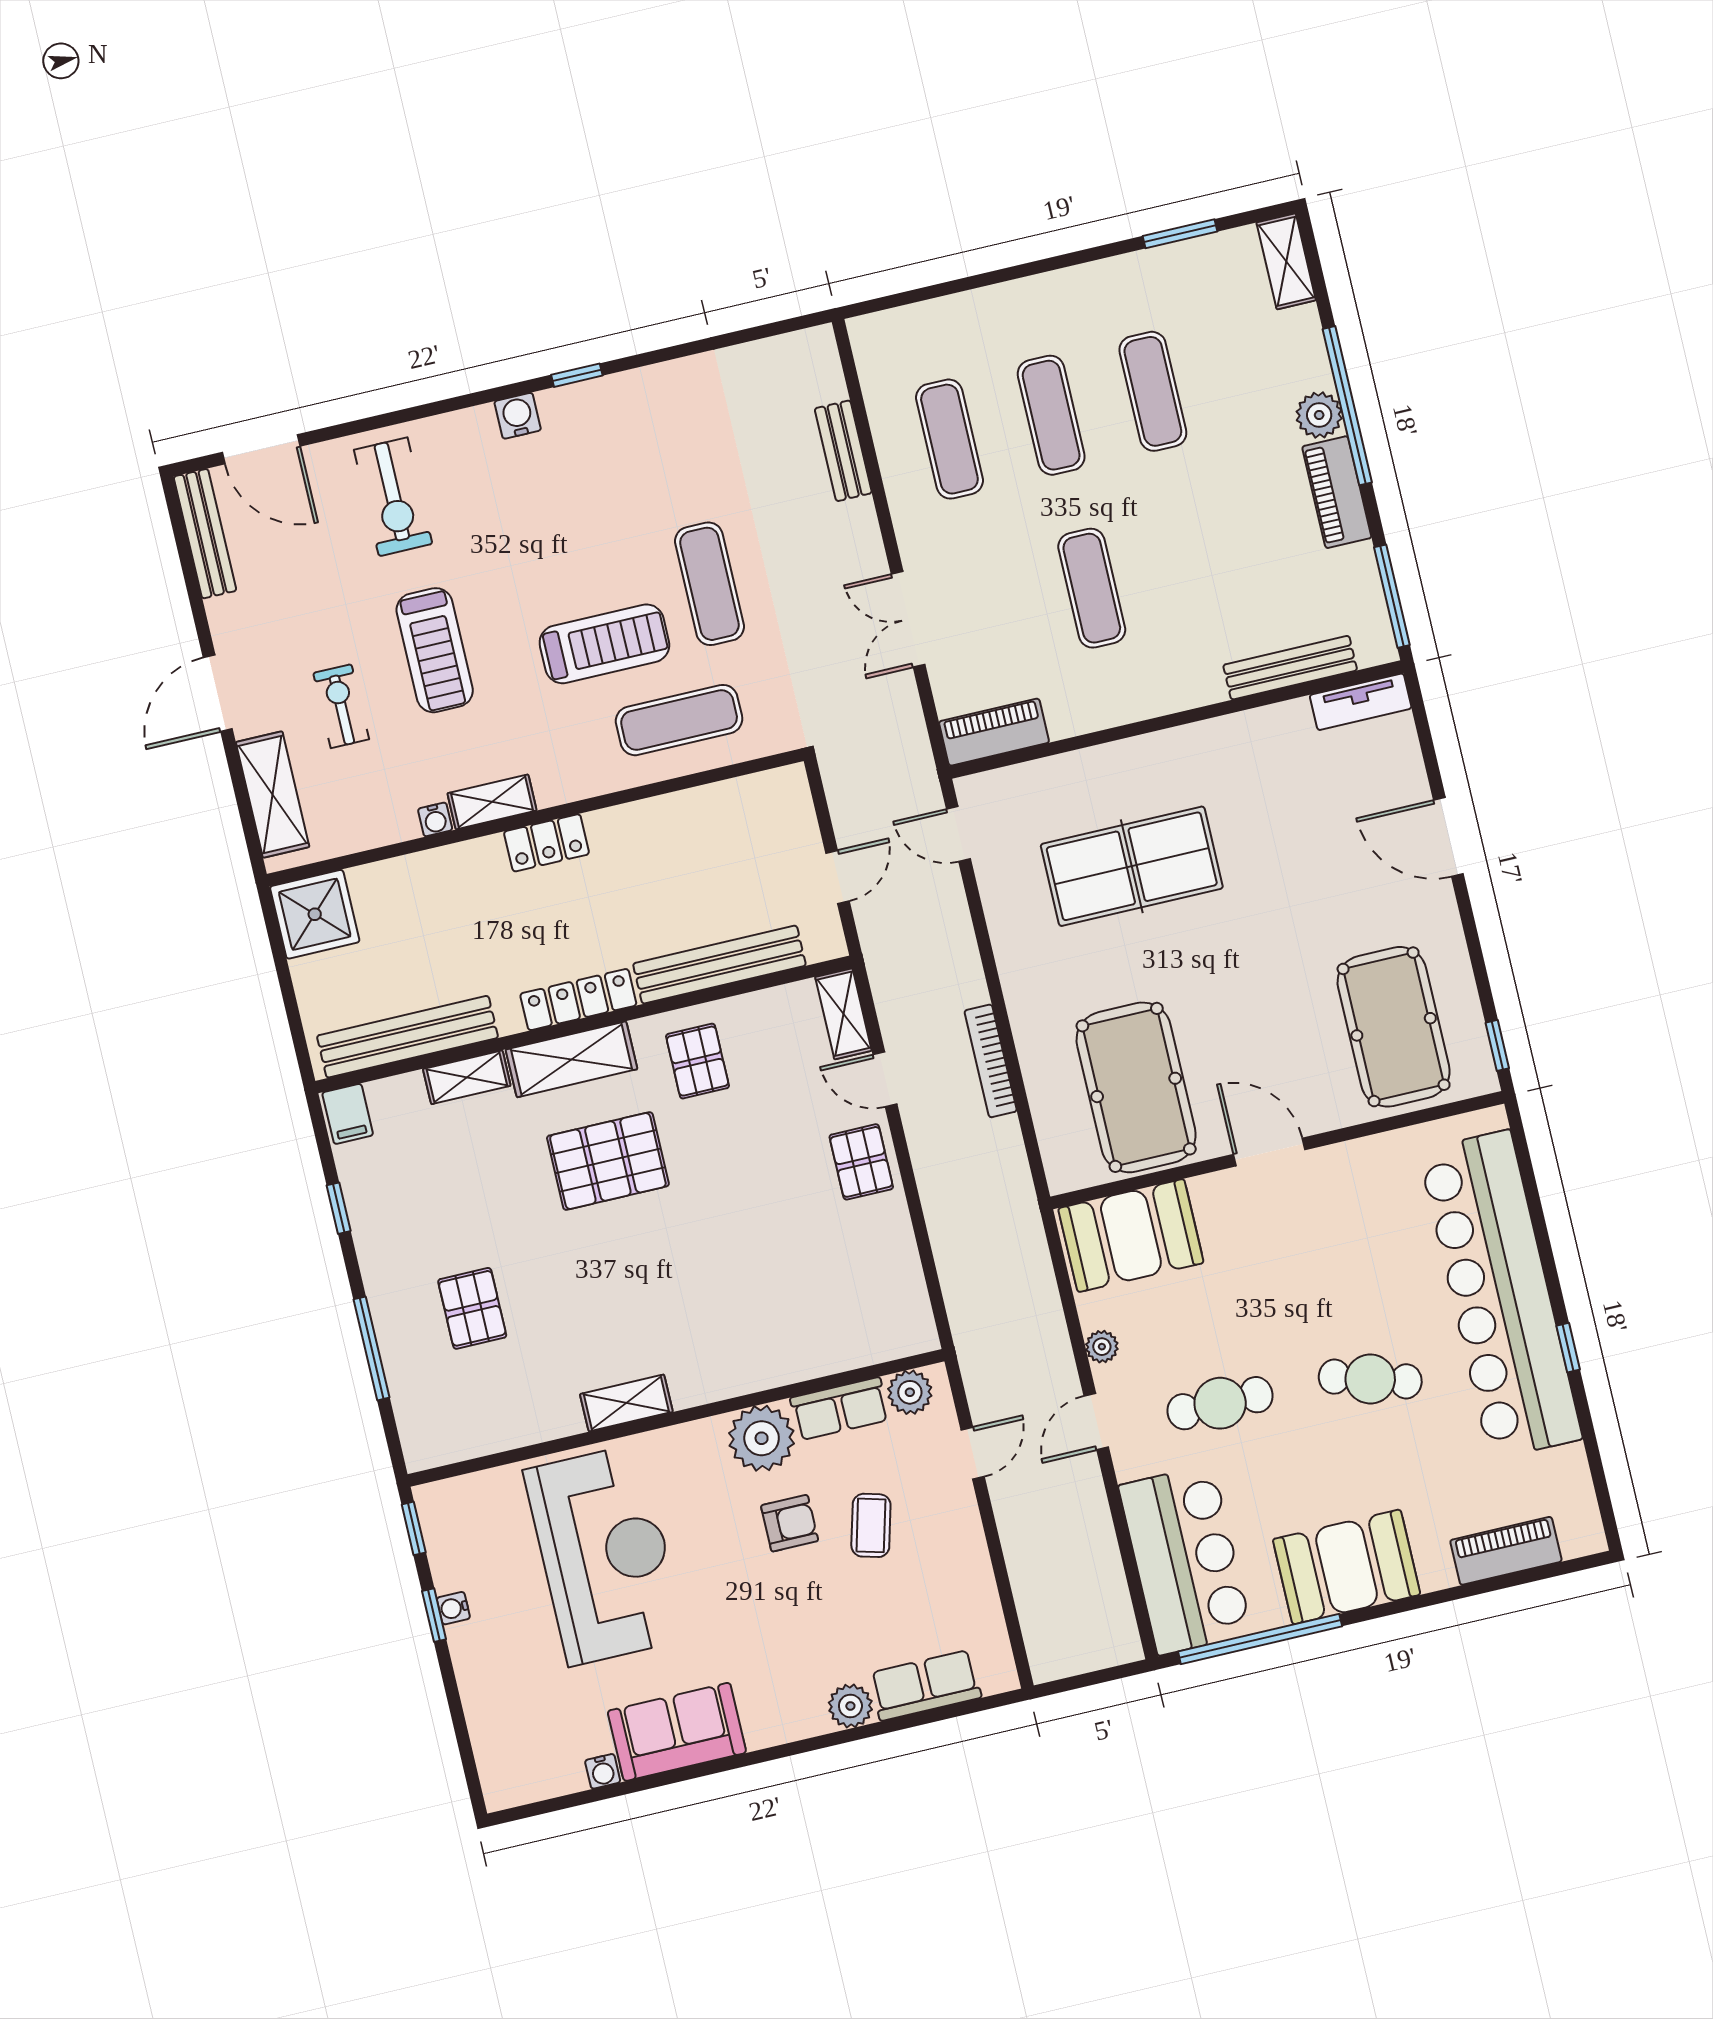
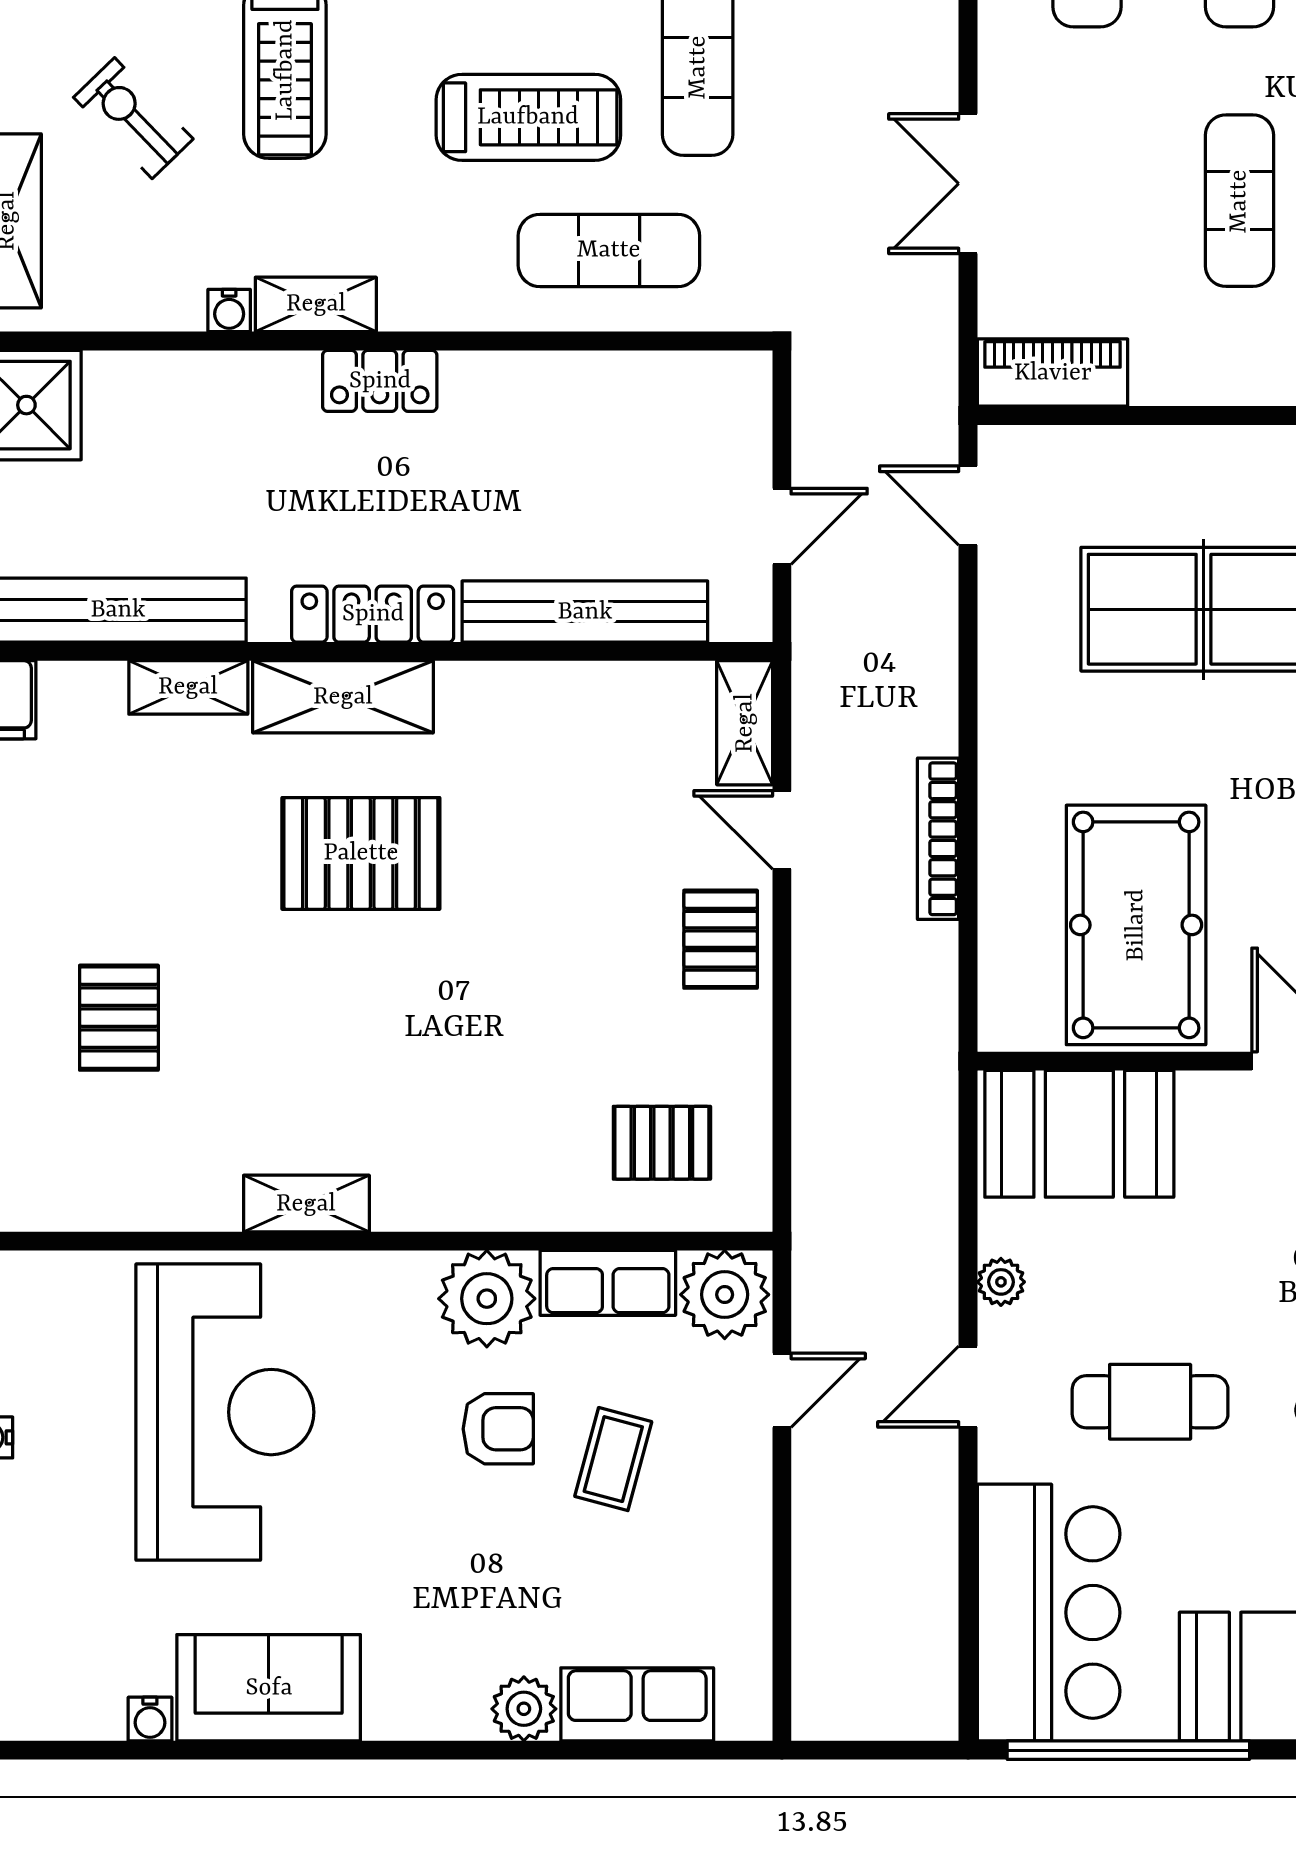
exercise bike: (341, 706) -> (133, 118), turned -44
pallet: (698, 1061) -> (662, 1143), moved, turned 90
plant: (910, 1392) -> (725, 1295), width x1.36, depth x1.36

